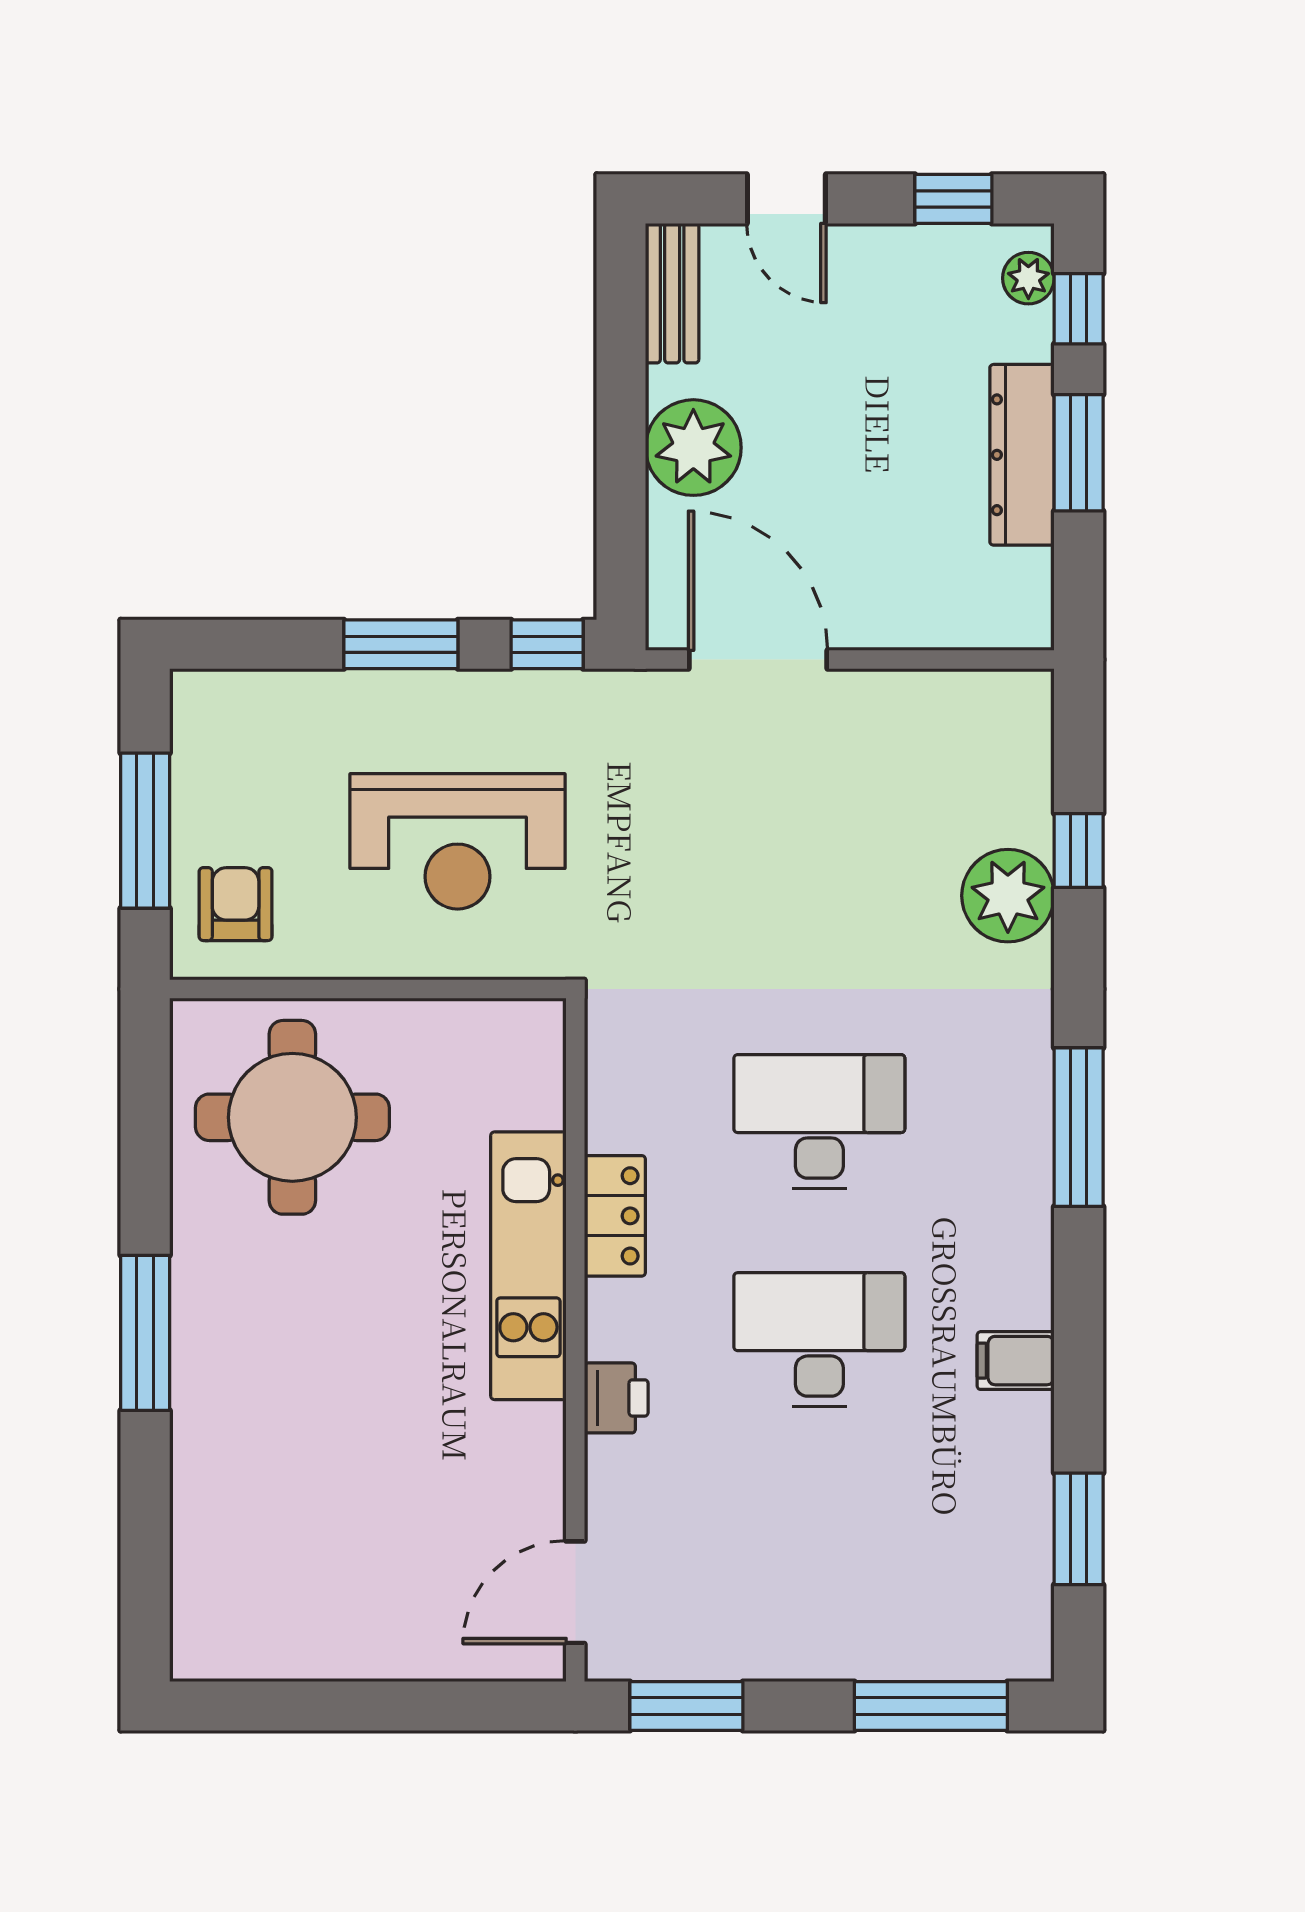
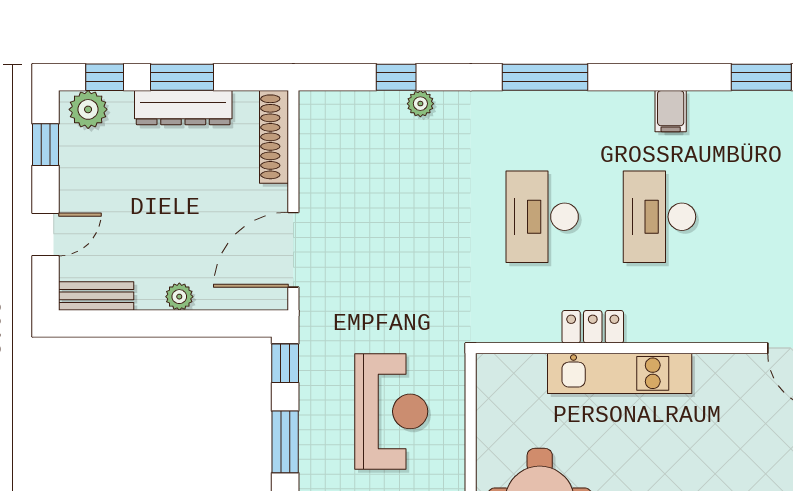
plant: (1028, 278) -> (88, 109), width x1.38, depth x1.38
plant: (693, 448) -> (179, 297), width x0.53, depth x0.53
shoe rack: (968, 624) -> (274, 137), added
plant: (1008, 896) -> (420, 104), width x0.53, depth x0.53
printer: (616, 1398) -> (691, 326), removed

